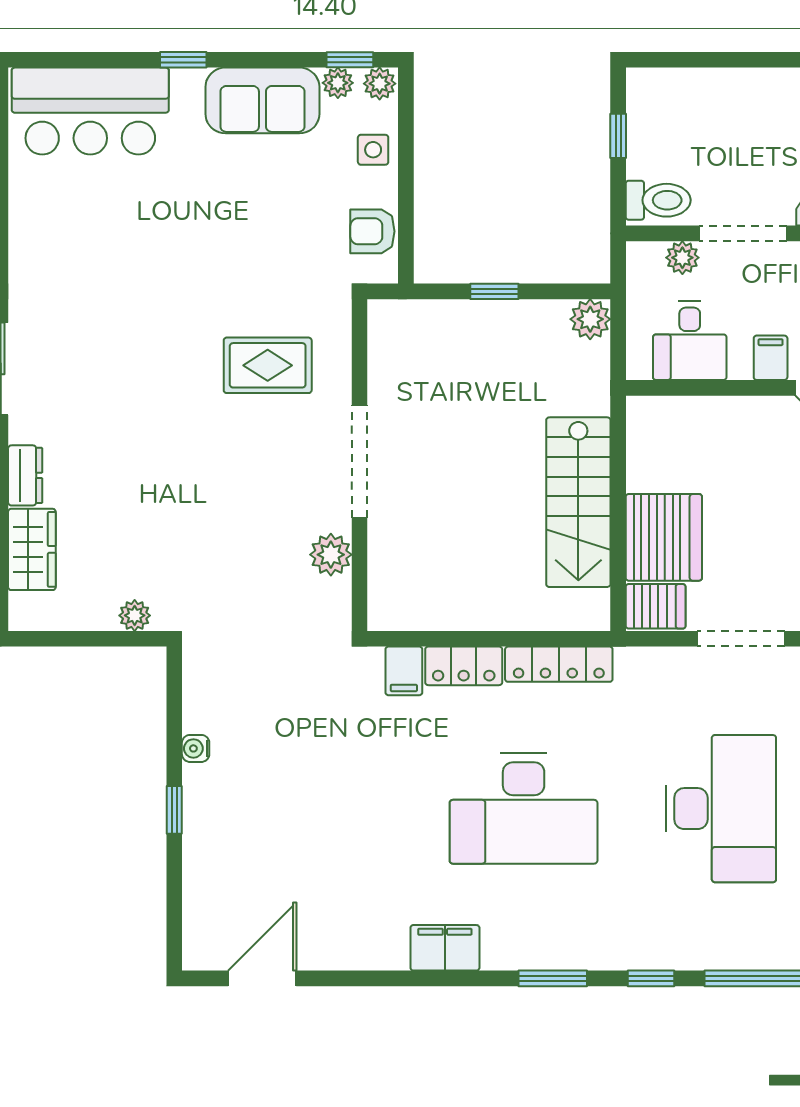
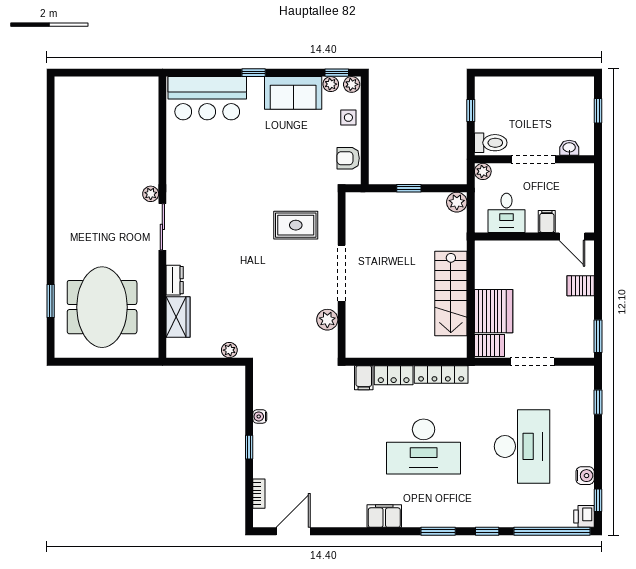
plant: (682, 258) -> (483, 171), moved
bookcase: (194, 903) -> (259, 494), added

